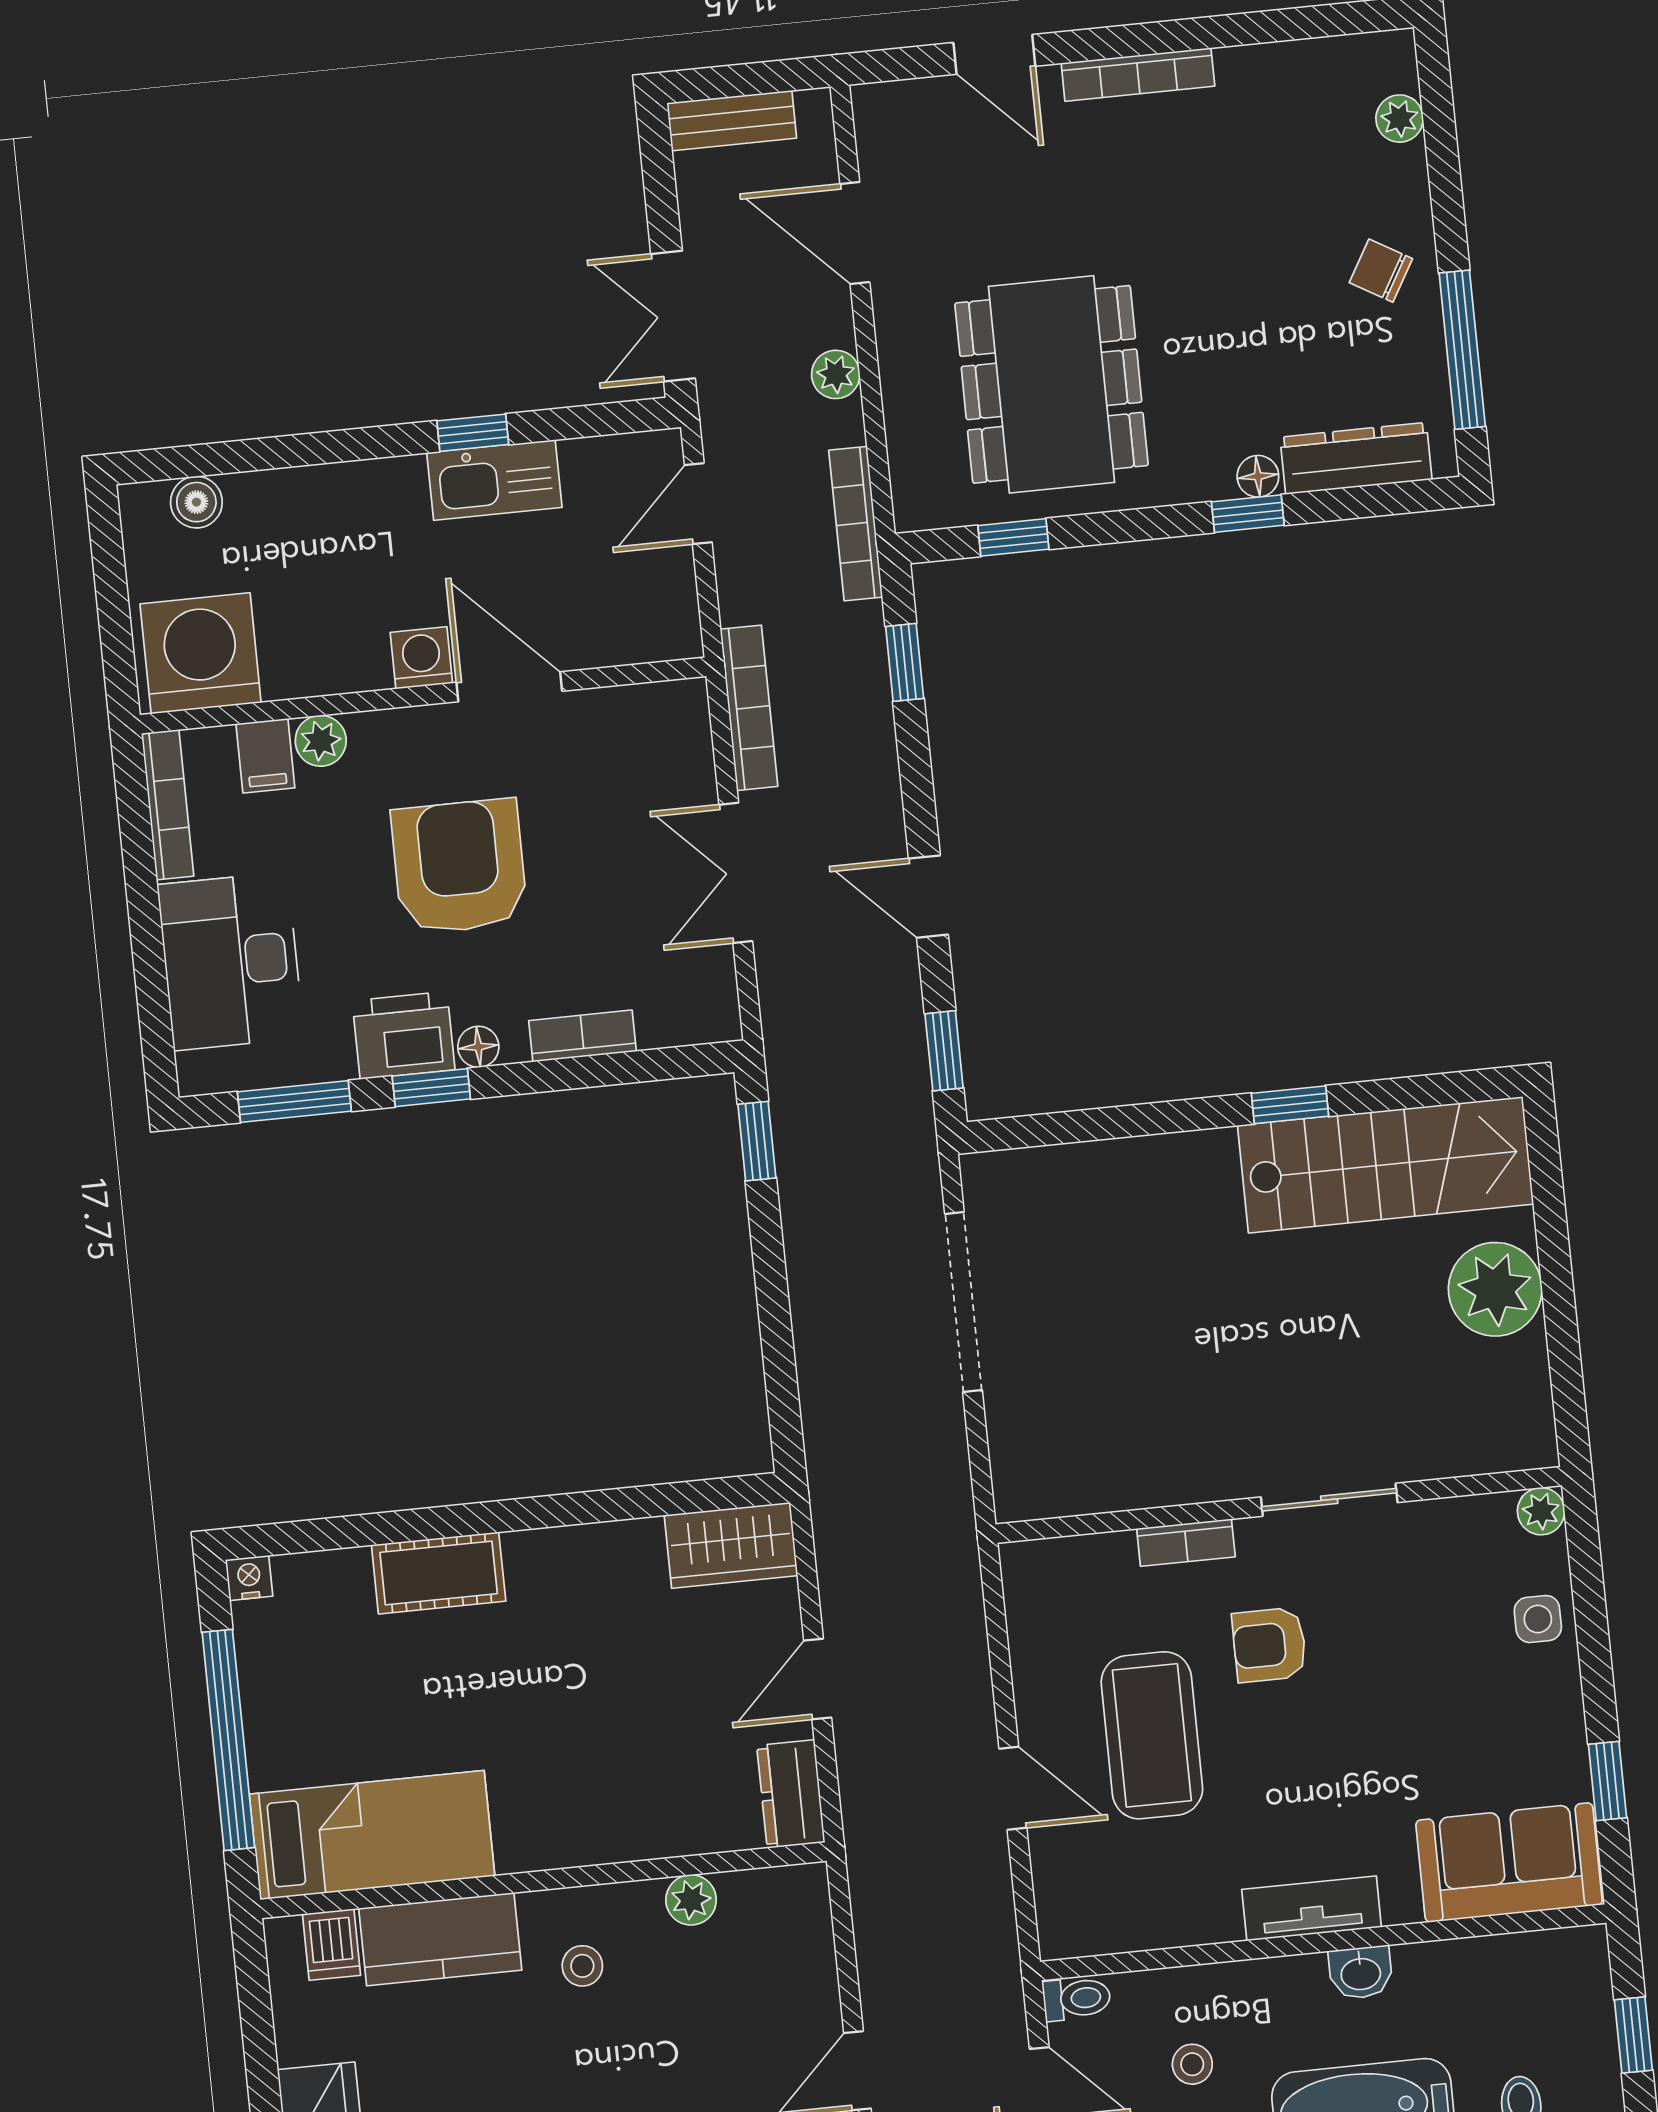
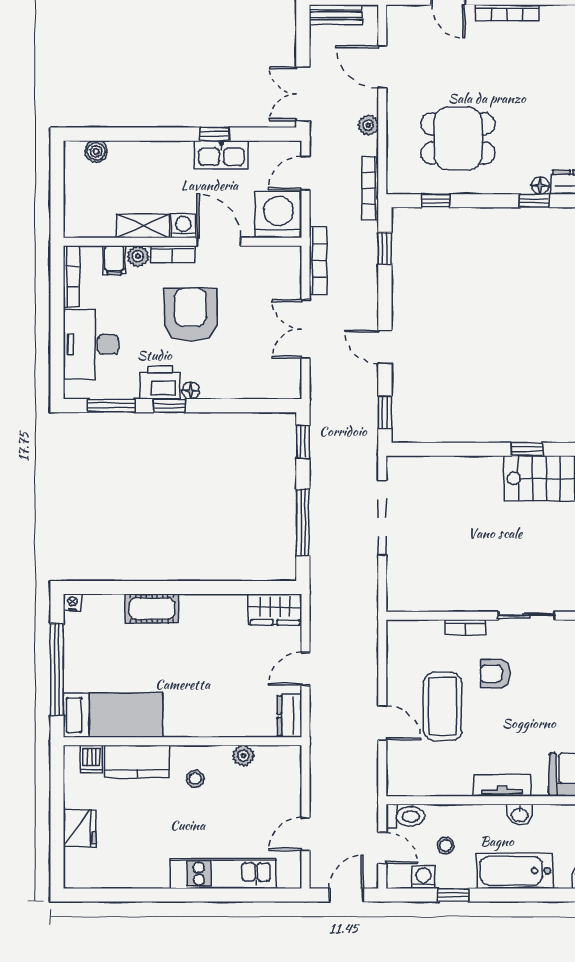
dining table: (1052, 384) -> (458, 138), width x0.73
washing machine: (201, 653) -> (278, 215), moved
shelving: (326, 668) -> (143, 226), added
bookcase: (582, 1036) -> (172, 254), moved, turned 180
window: (776, 1332) -> (303, 522), added
toilet: (1077, 1999) -> (405, 816), width x1.37, depth x1.39

